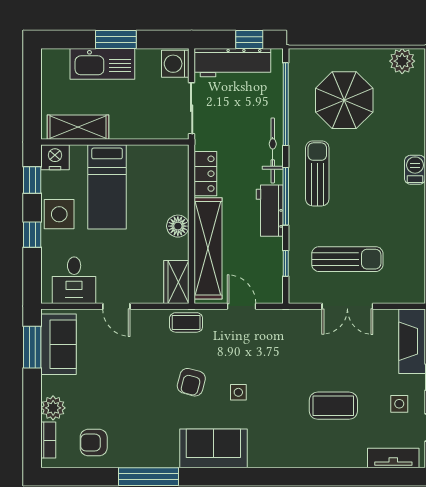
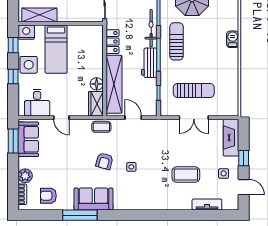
floor lamp: (178, 226) -> (97, 84), moved
sofa: (213, 448) -> (93, 199), moved
tv unit: (393, 458) -> (207, 205), moved

